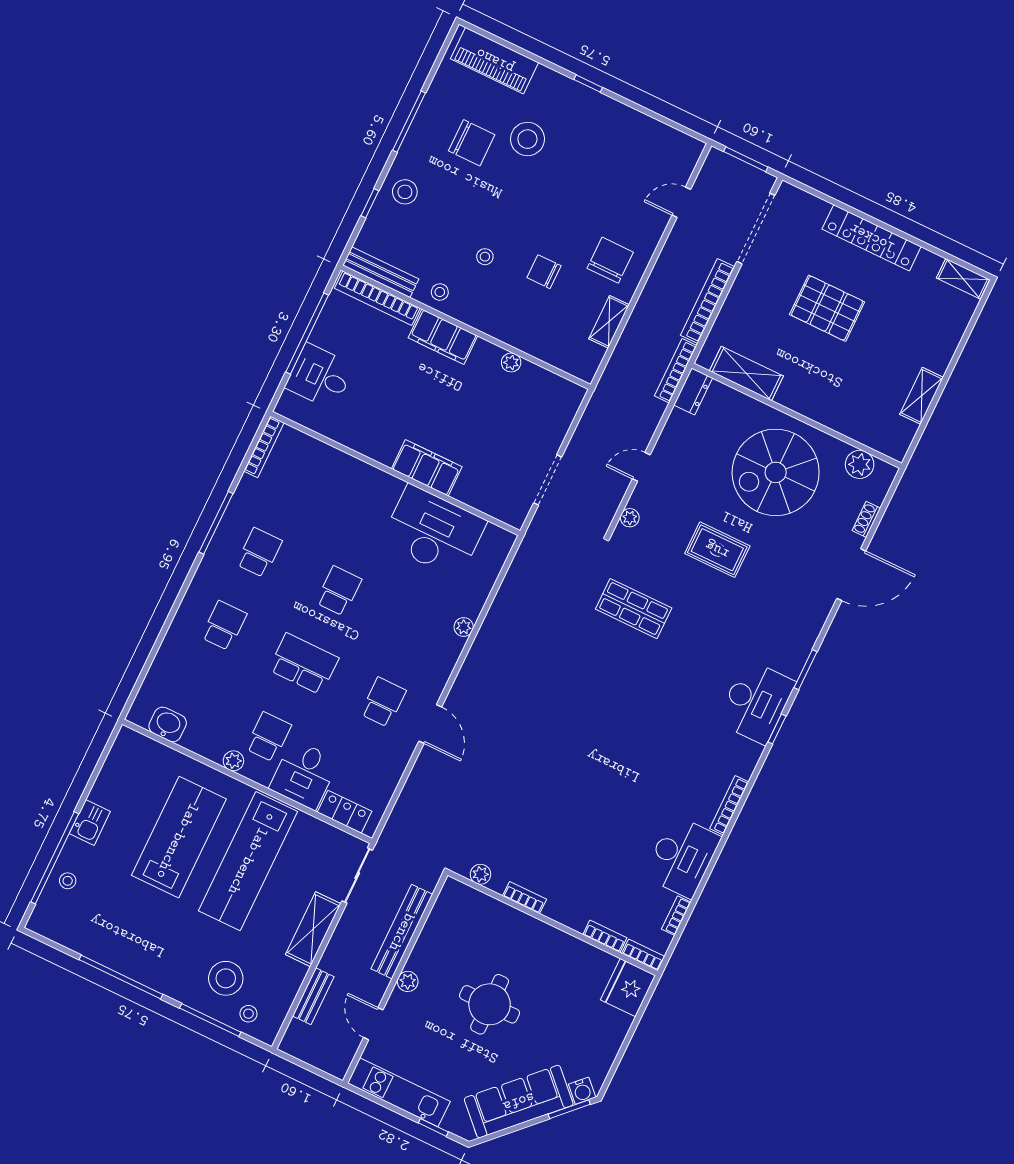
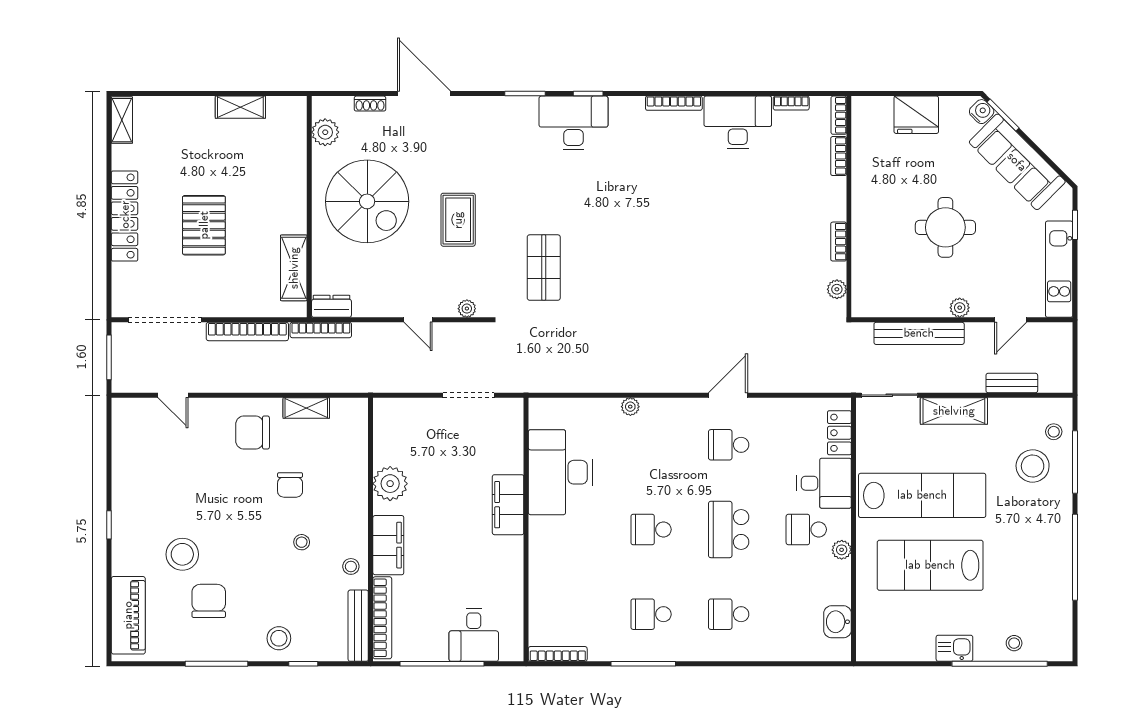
plant: (511, 362) -> (390, 484), width x1.88, depth x1.88
fridge: (628, 988) -> (916, 115), moved

